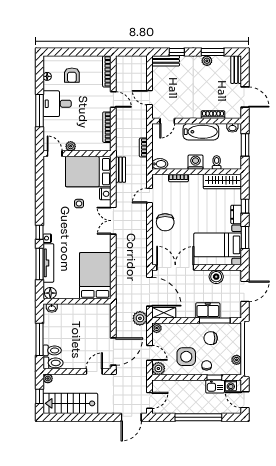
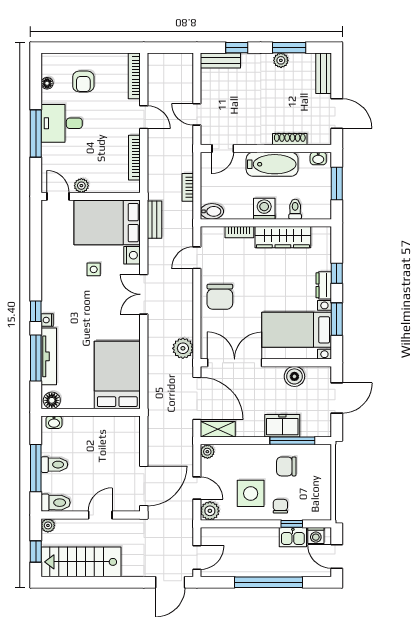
wardrobe: (222, 182) -> (283, 237), moved
plant: (140, 318) -> (183, 348), moved
toilet: (52, 350) -> (54, 465), moved
plant: (237, 360) -> (324, 498), removed
door: (94, 371) -> (100, 515), moved

